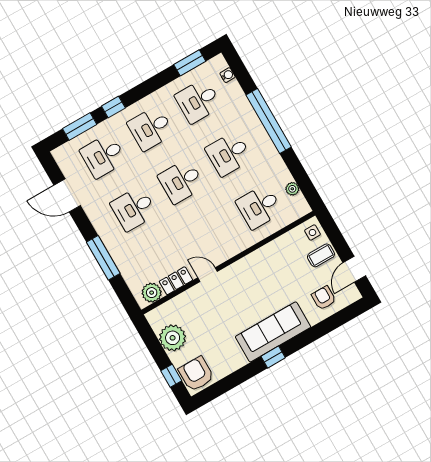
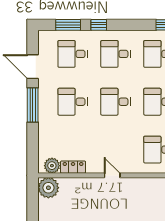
window: (103, 258) -> (33, 105), moved
door: (208, 275) -> (112, 175), moved
plant: (173, 338) -> (48, 188), moved

